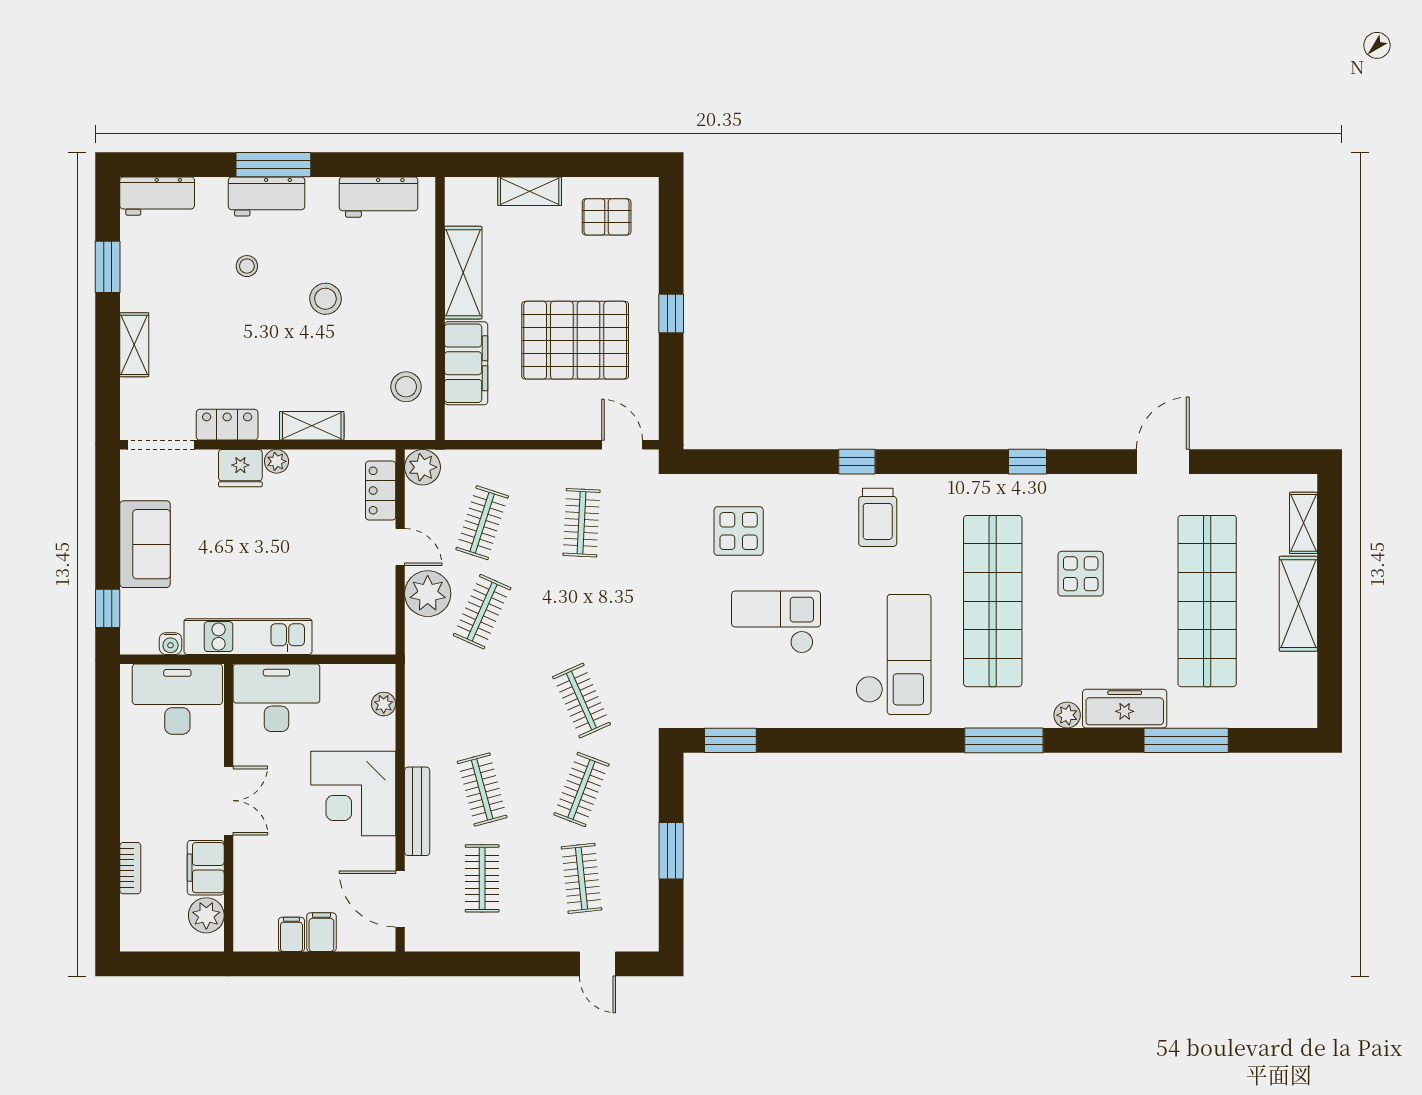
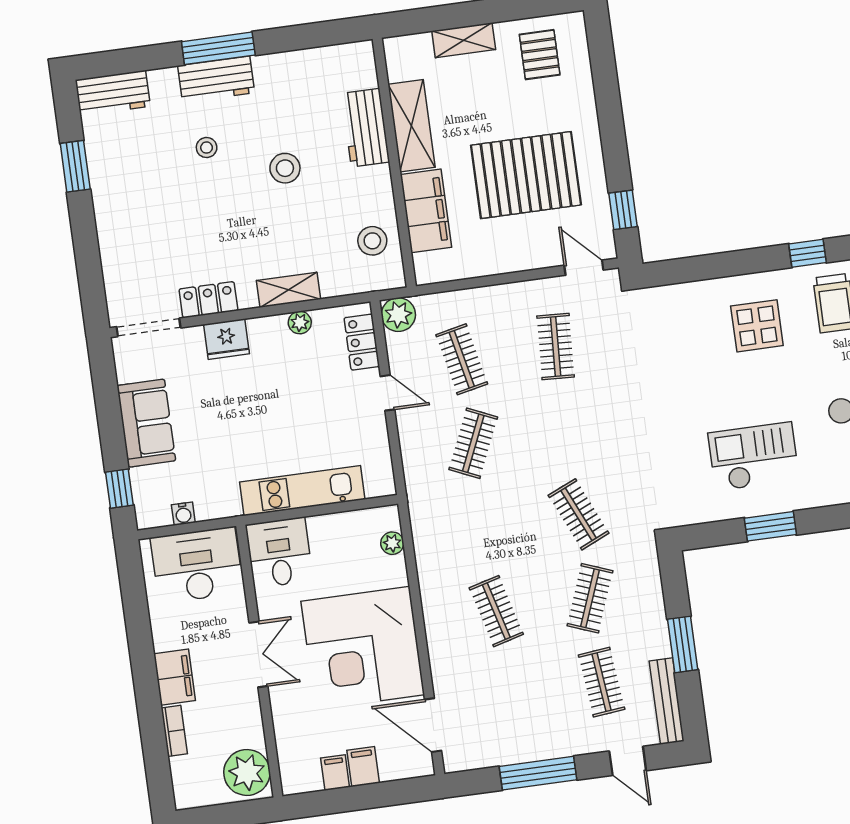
workbench: (379, 197) -> (366, 128), moved, turned 90
pallet: (607, 217) -> (540, 55), turned 90
window: (671, 313) -> (623, 210), moved
shelving: (134, 345) -> (110, 236), removed
plant: (277, 461) -> (300, 323), moved
clothes rail: (482, 523) -> (462, 359), turned -30
display table: (739, 531) -> (757, 326), moved
plant: (428, 594) -> (420, 433), removed
checkout: (776, 622) -> (754, 457), moved
kitchen unit: (248, 637) -> (302, 491), moved
desk: (276, 698) -> (279, 553), width x0.73
window: (730, 740) -> (770, 526), moved
corner desk: (353, 794) -> (363, 648), width x1.36, depth x1.36
bench: (417, 811) -> (667, 701), moved
filing cabinet: (206, 868) -> (175, 677), moved, turned 180
clothes rail: (482, 878) -> (508, 695), removed
plant: (206, 915) -> (247, 772), width x1.36, depth x1.36
window: (502, 964) -> (538, 773), added

